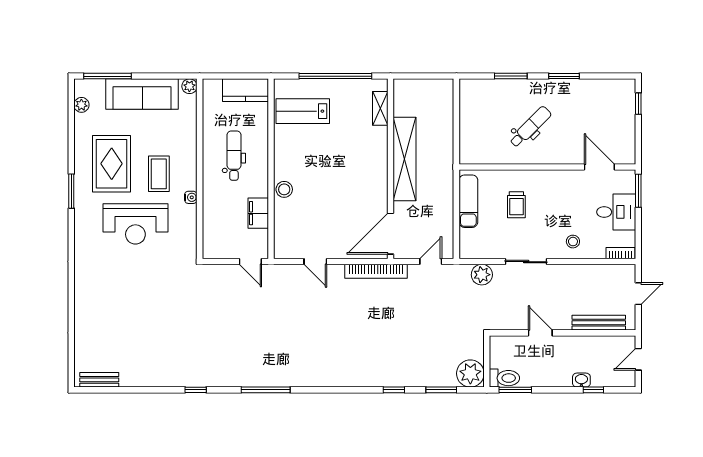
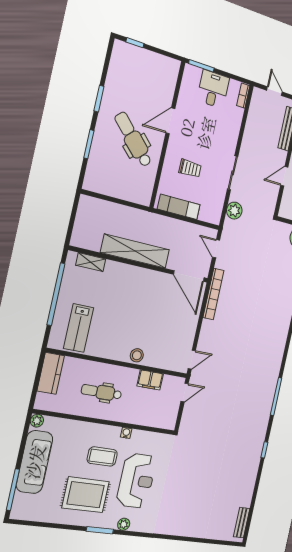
plant: (81, 105) -> (124, 524), moved
dental chair: (530, 127) -> (133, 139), width x1.36, depth x1.38
door: (599, 167) -> (170, 121), moved
stool: (573, 242) -> (227, 131), removed
door: (315, 262) -> (192, 360), moved

